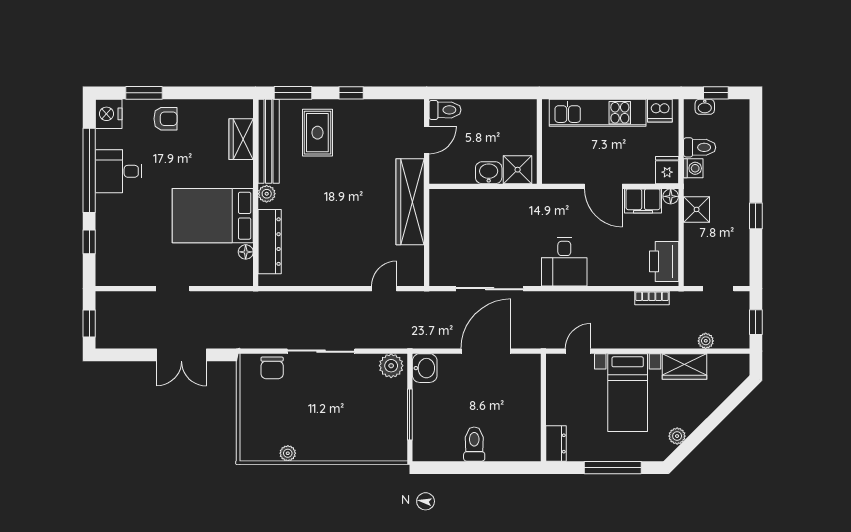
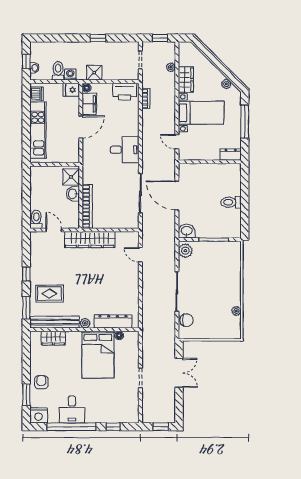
bookcase: (467, 197) -> (87, 206), added

